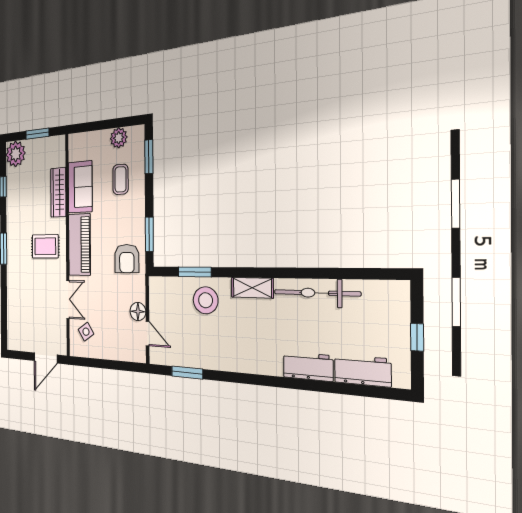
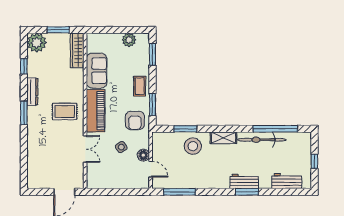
coffee table: (121, 179) -> (140, 86), moved
wardrobe: (58, 192) -> (77, 50), moved
dresser: (12, 220) -> (32, 92), added
window: (340, 273) -> (275, 129), added
side table: (86, 332) -> (121, 147), moved
workbench: (308, 366) -> (244, 181), moved
window: (187, 372) -> (180, 192), width x1.44
window: (291, 383) -> (247, 192), added

